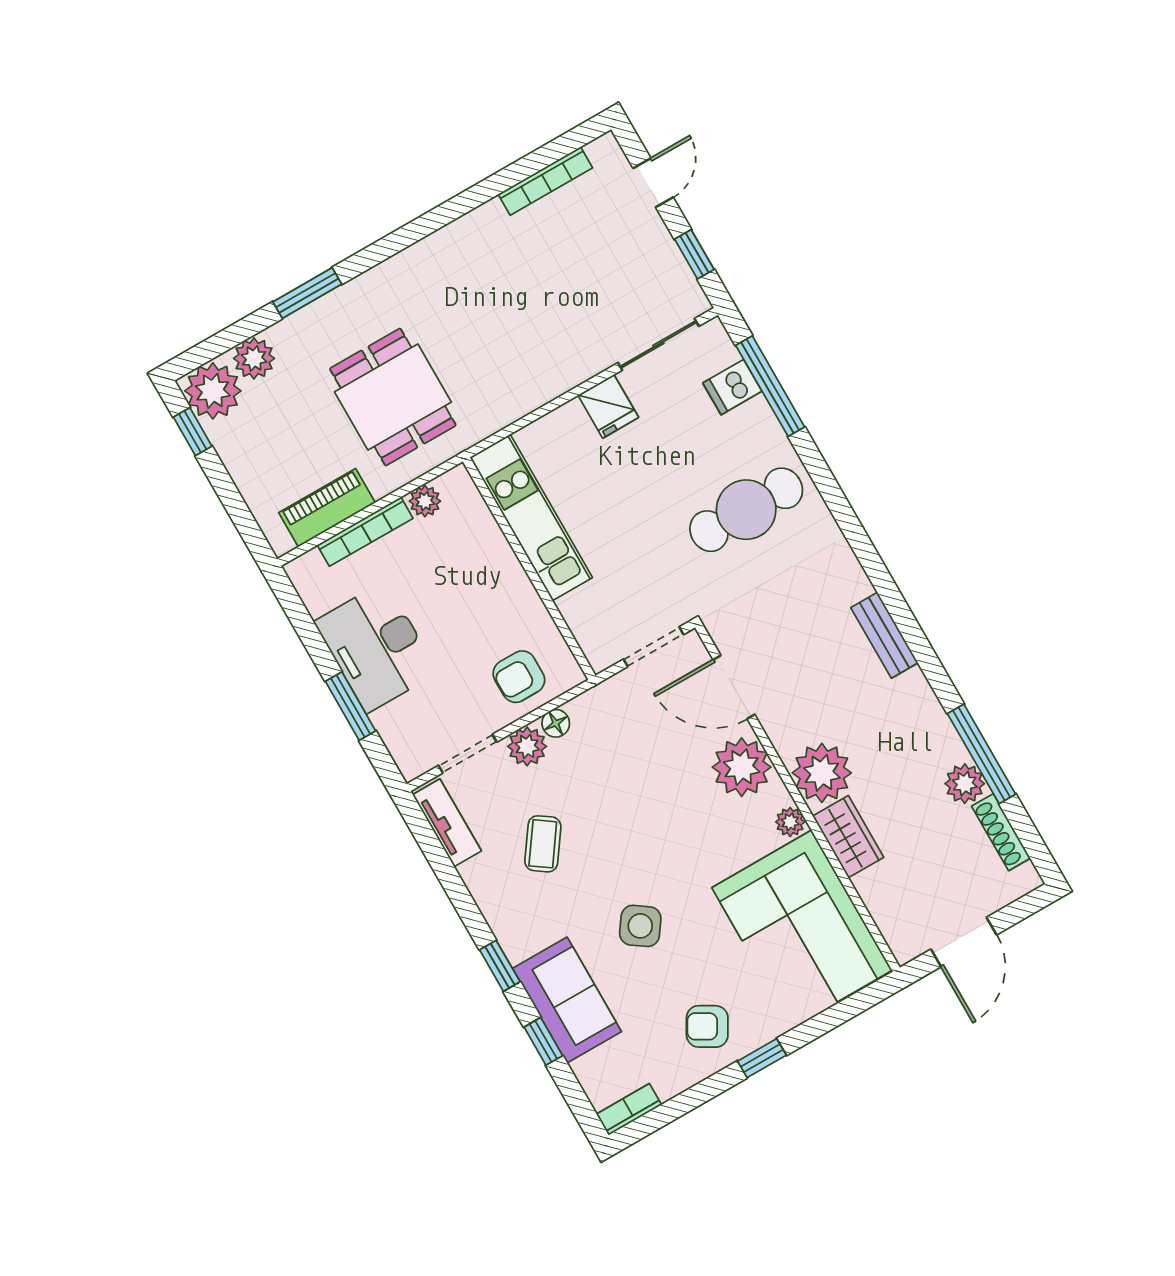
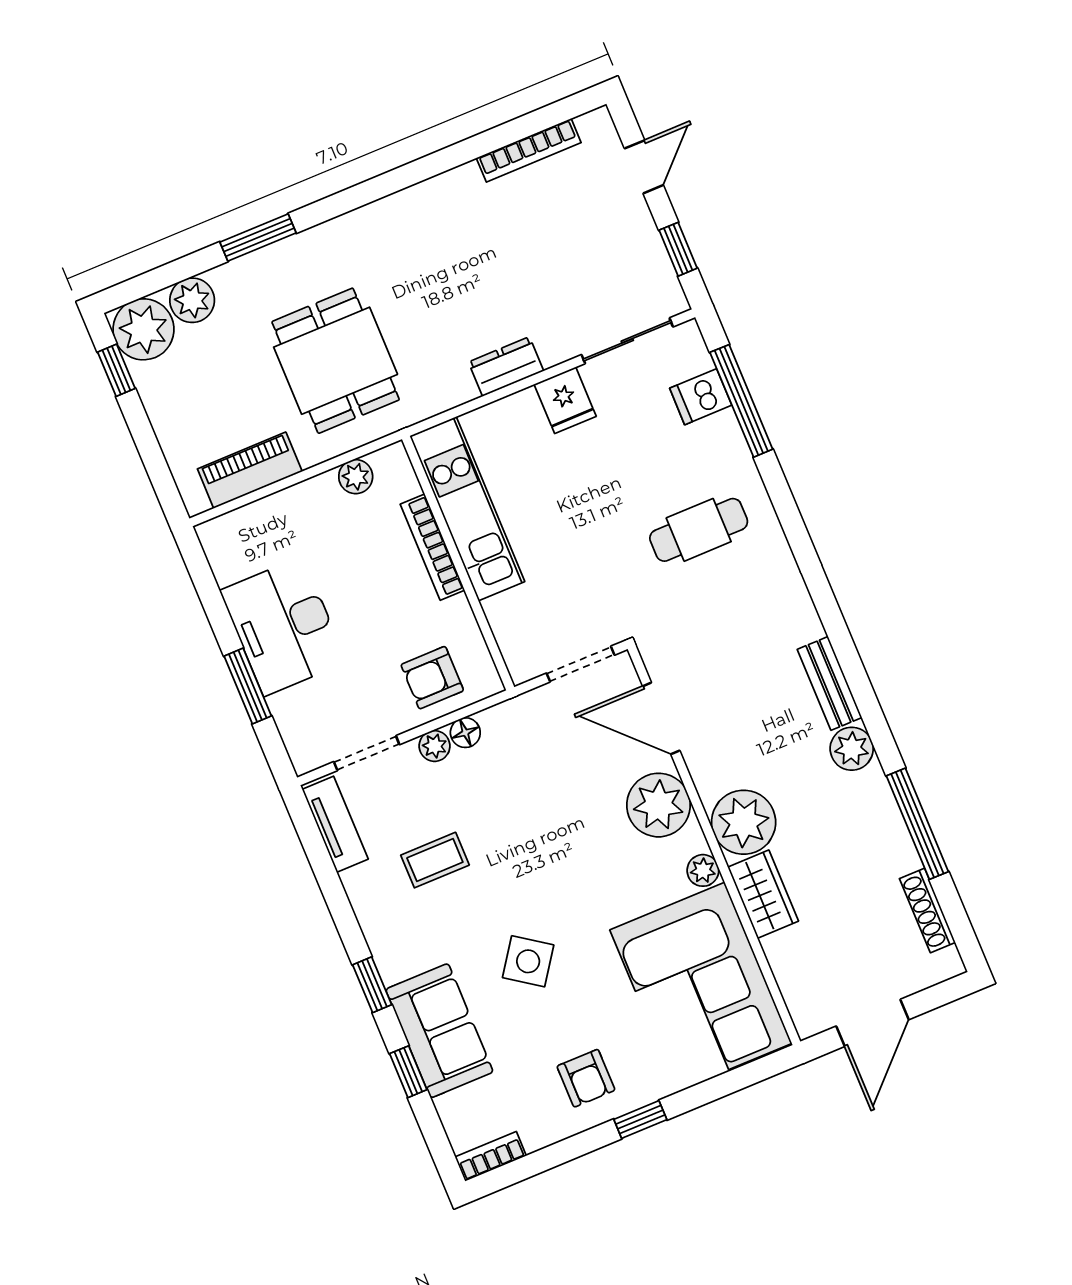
dresser: (550, 382) -> (506, 367), added
cafe table: (746, 510) -> (699, 530), width x0.73, depth x0.74
bookcase: (365, 532) -> (432, 547), moved, turned 90
plant: (527, 746) -> (435, 746), width x0.73, depth x0.73
plant: (965, 784) -> (852, 749), moved
coffee table: (543, 844) -> (435, 860), turned 55
armchair: (707, 1026) -> (586, 1078), turned -120

